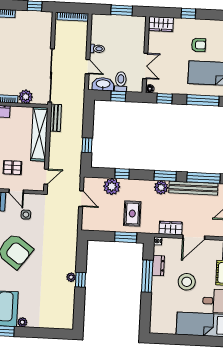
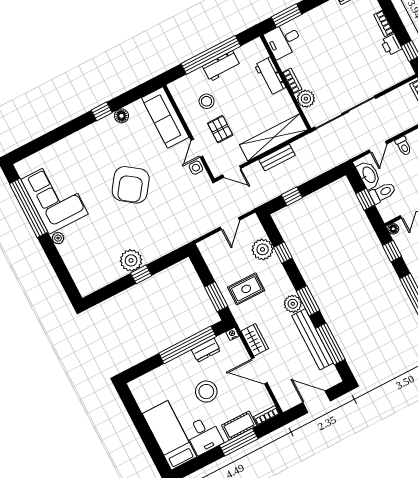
printer: (23, 17) -> (391, 45), added
bench: (56, 118) -> (277, 157), moved
side table: (26, 215) -> (196, 168), moved
window: (147, 276) -> (187, 345), width x1.46
plant: (71, 277) -> (131, 260), width x1.88, depth x1.88

